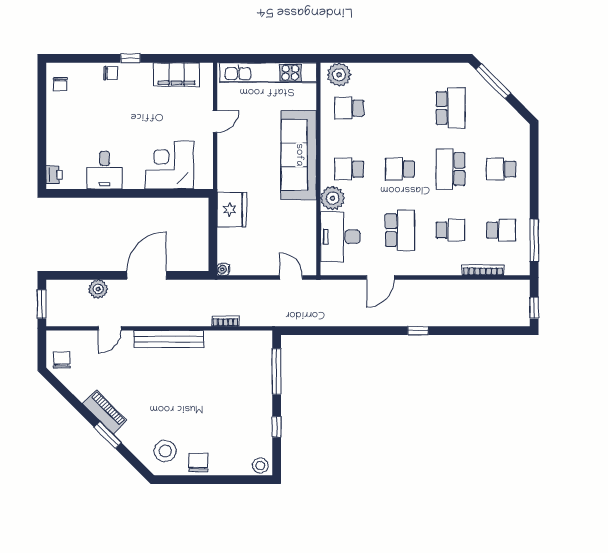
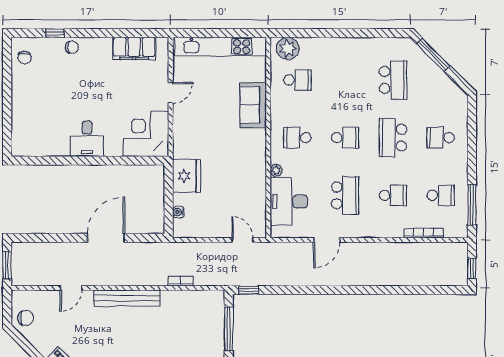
window: (130, 58) -> (55, 33), moved
school desk: (349, 108) -> (297, 80), turned 180
sofa: (299, 155) -> (253, 105), width x0.54, depth x0.79
corner desk: (170, 165) -> (146, 134), moved
school desk: (400, 169) -> (345, 138), turned 180
desk: (105, 170) -> (87, 139), moved
printer: (54, 175) -> (19, 143), removed
plant: (332, 198) -> (276, 170), width x0.53, depth x0.53
water cooler: (223, 269) -> (178, 212), moved
plant: (98, 289) -> (60, 251), removed
window: (418, 331) -> (249, 290), moved
chair: (62, 360) -> (26, 318), turned 90

